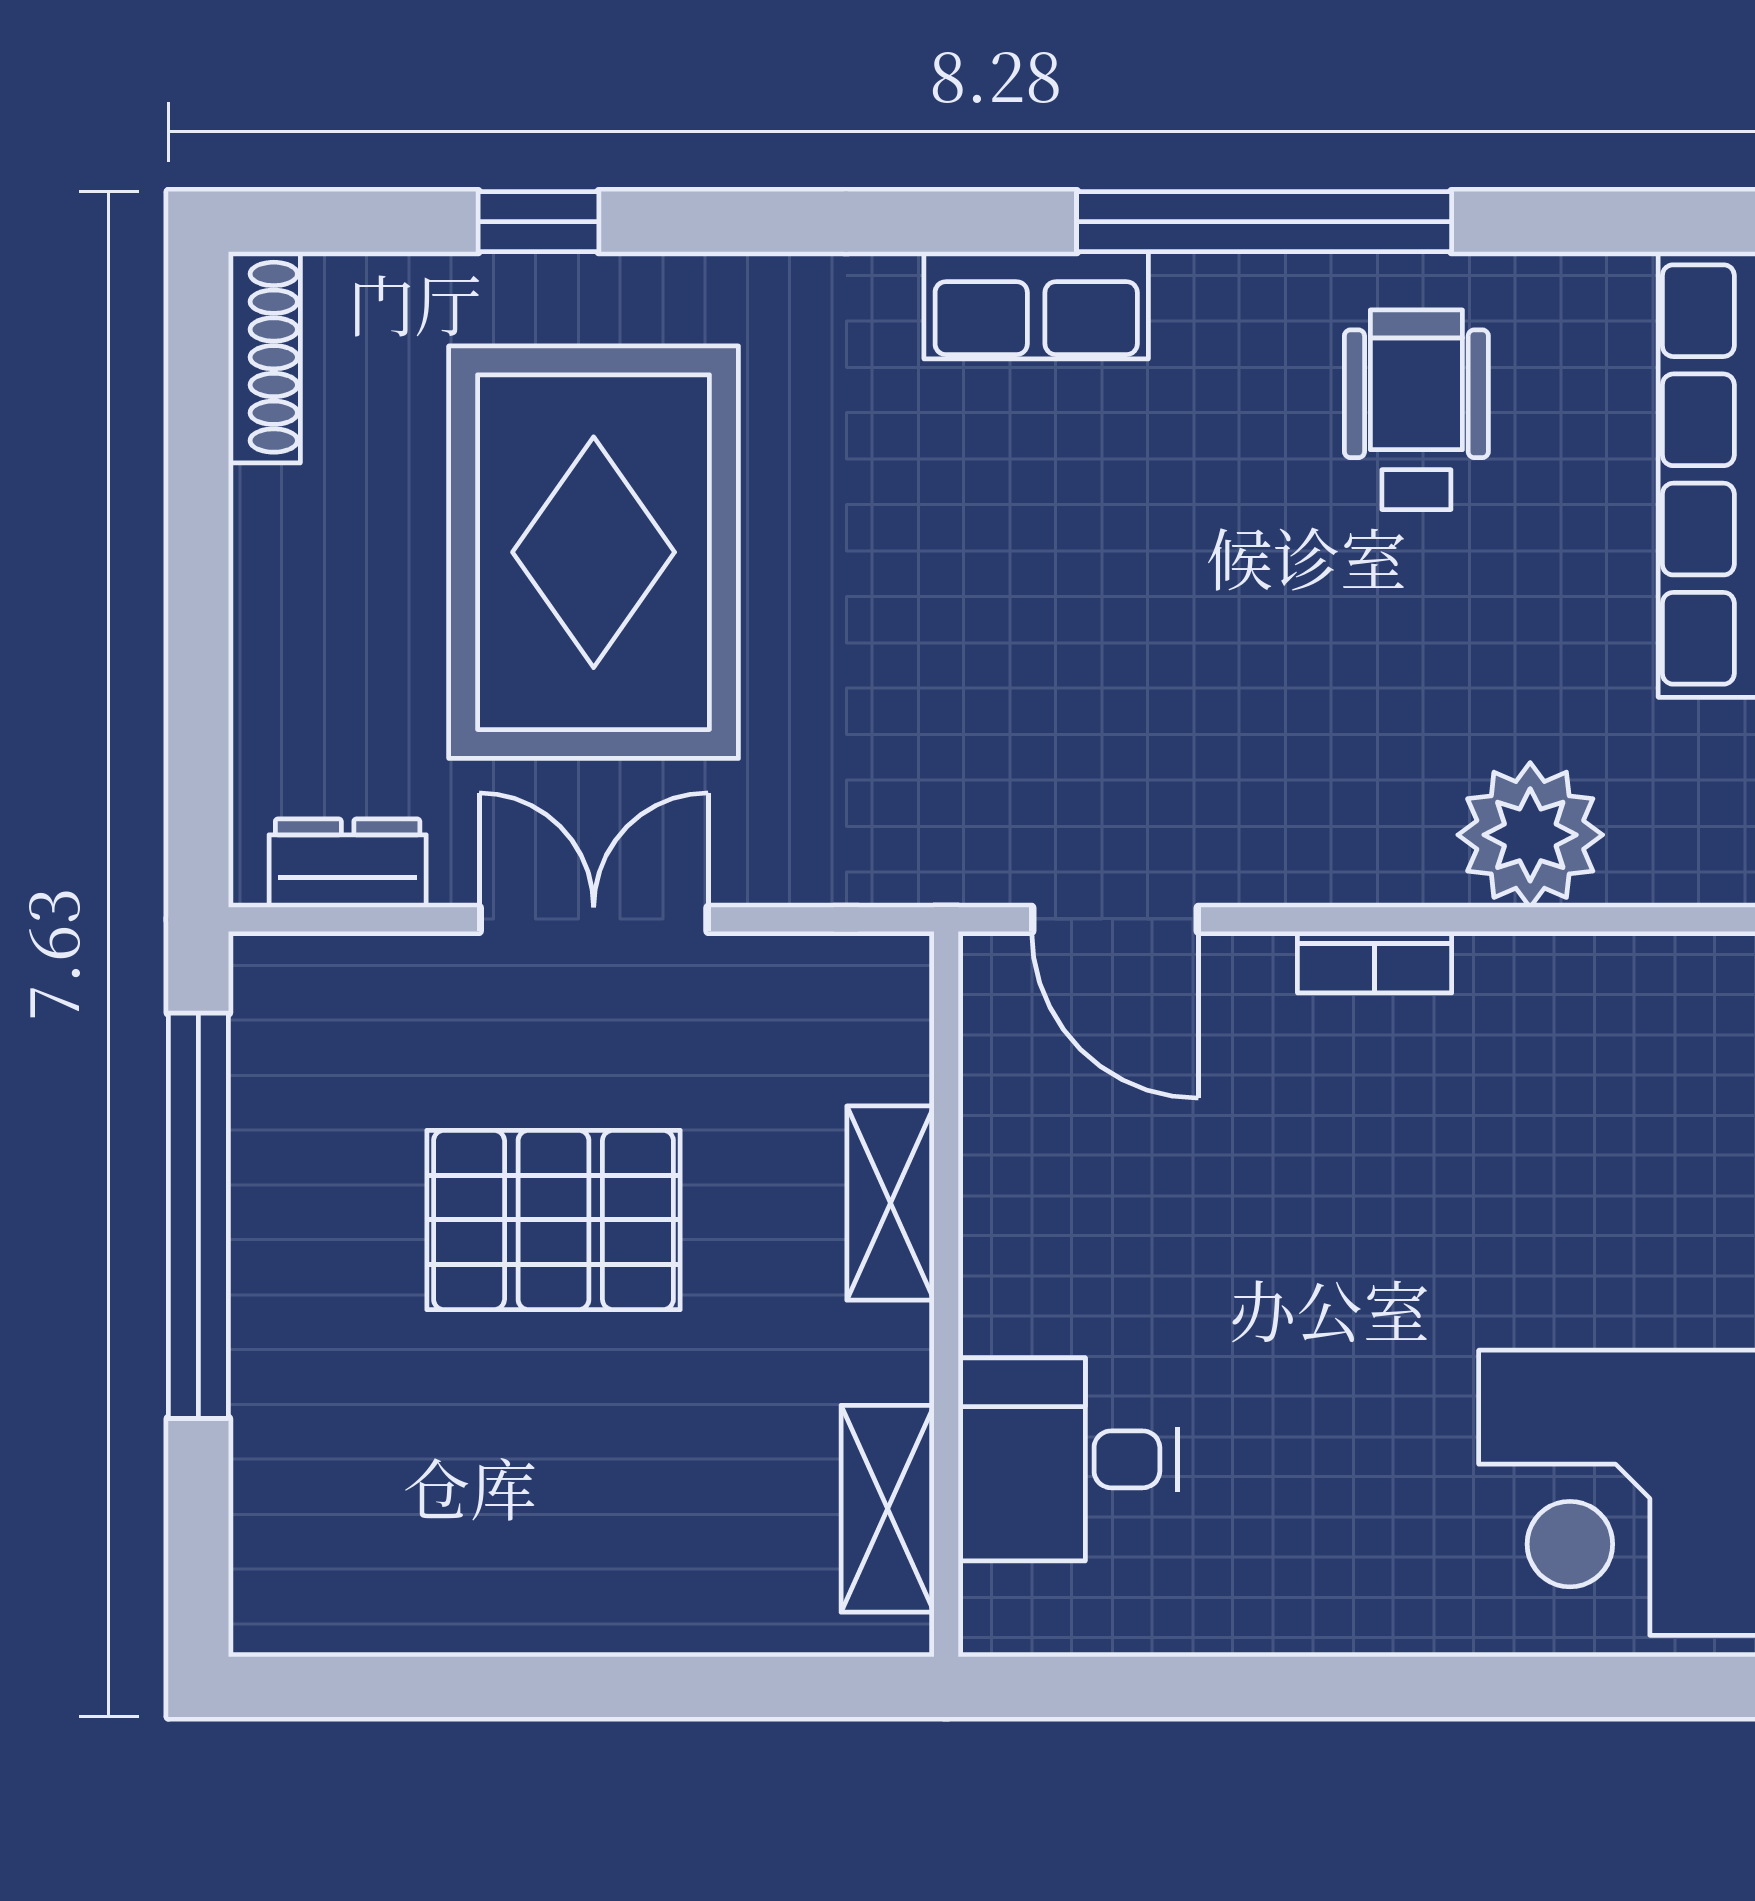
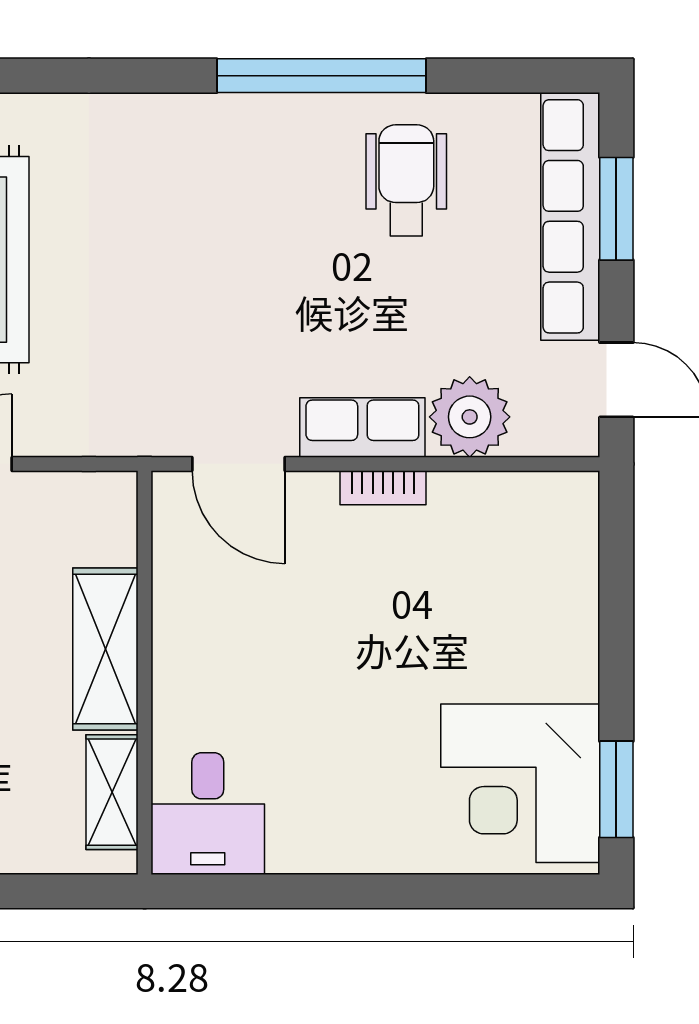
row of seats: (1036, 305) -> (362, 427), moved, turned 180
shelving: (890, 1203) -> (105, 649), width x1.50, depth x1.33
desk: (1068, 1459) -> (208, 814), moved, turned -90

